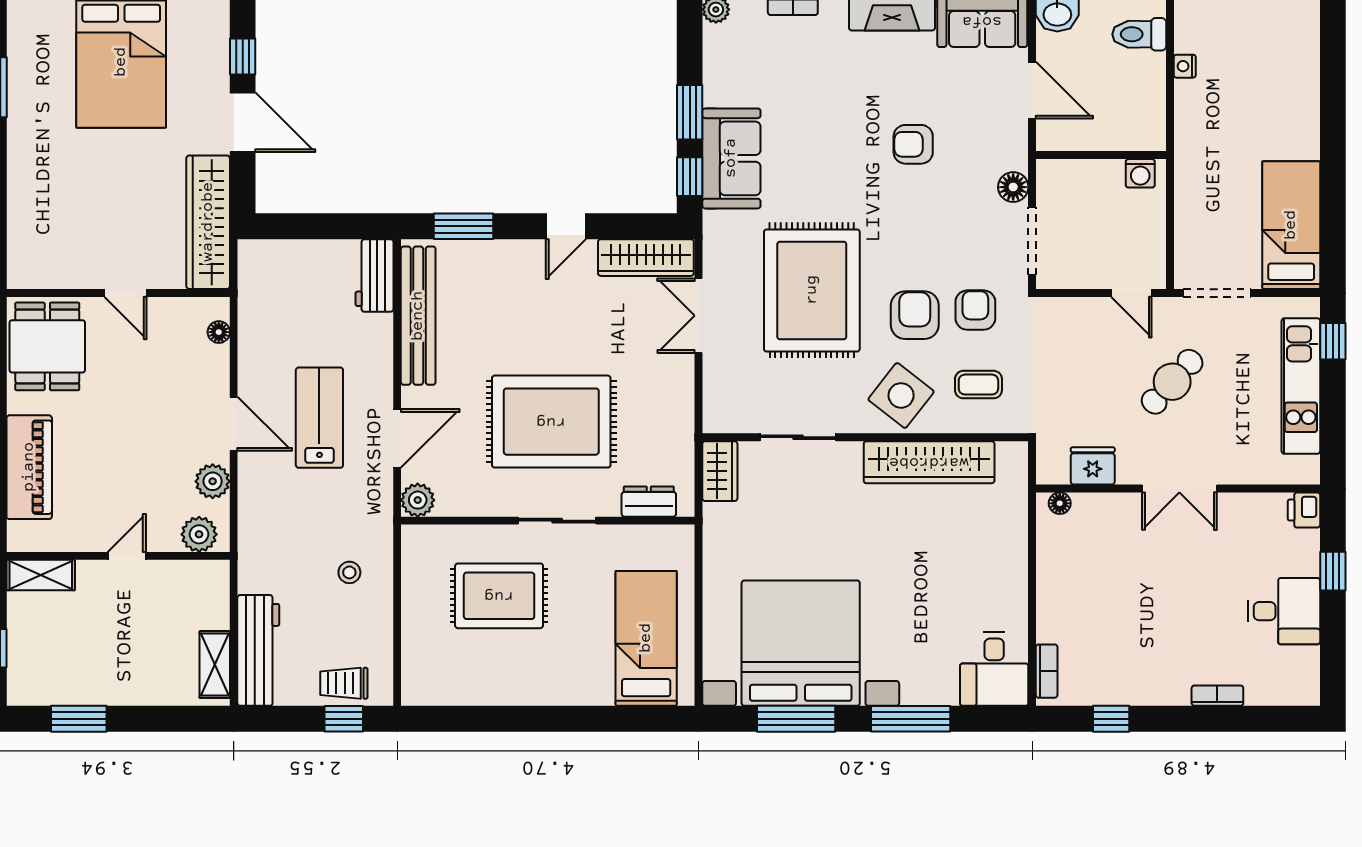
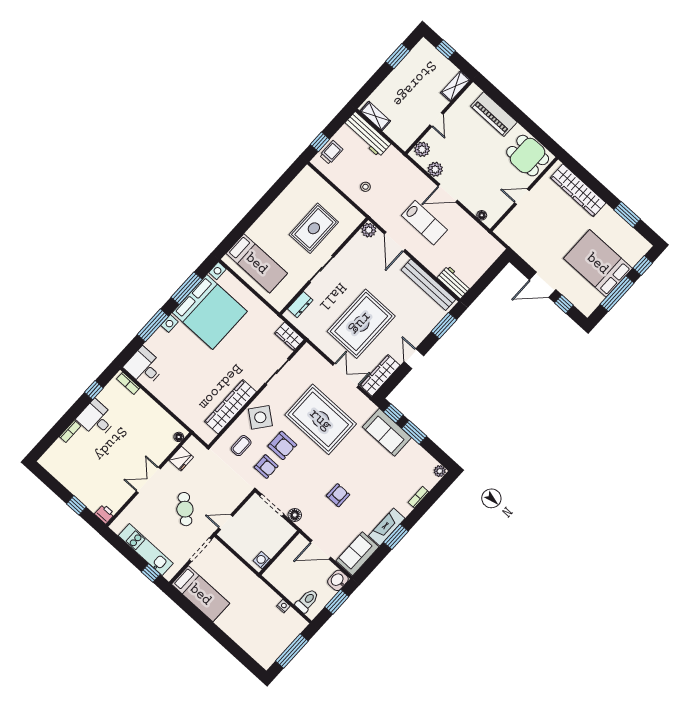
wardrobe: (208, 222) -> (578, 190), moved, turned 180
rug: (551, 422) -> (361, 324), moved
desk: (1284, 611) -> (97, 419), moved, turned 90

